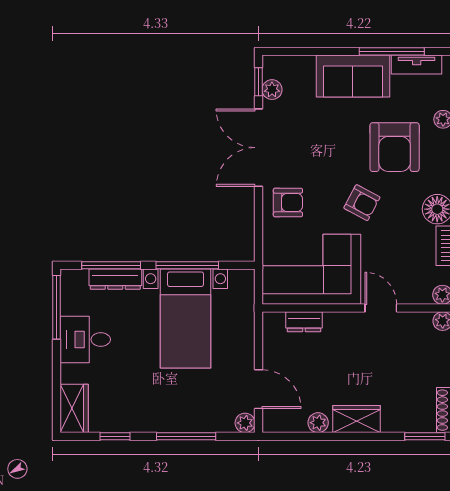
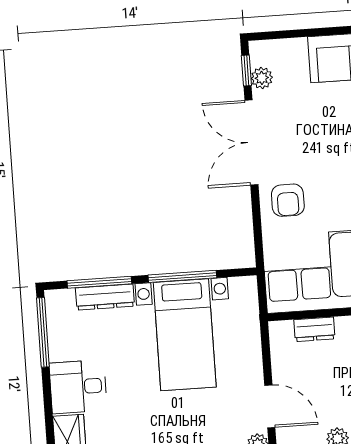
armchair: (288, 203) -> (288, 200), turned 90
desk: (85, 340) -> (78, 387), moved

